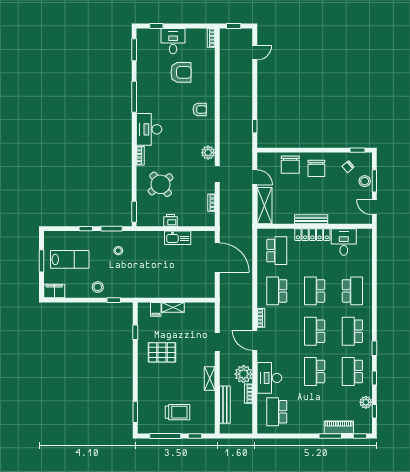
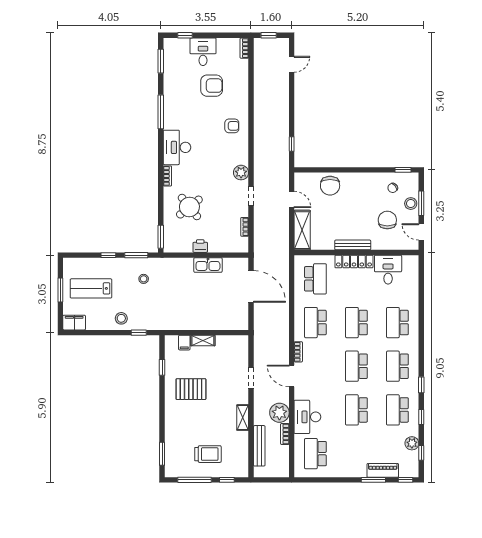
chair: (316, 168) -> (387, 220), moved, turned 180
lab bench: (70, 259) -> (91, 288), turned 180
school desk: (352, 291) -> (397, 323), turned 180

